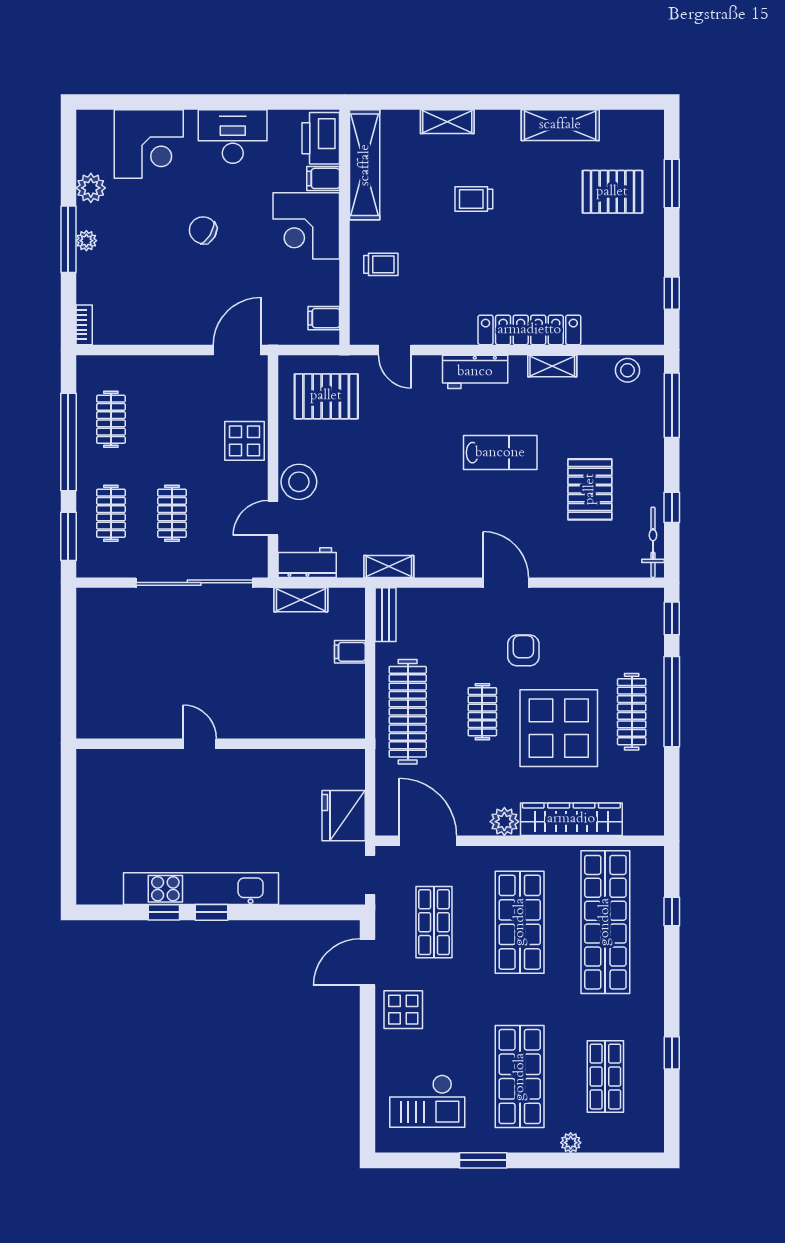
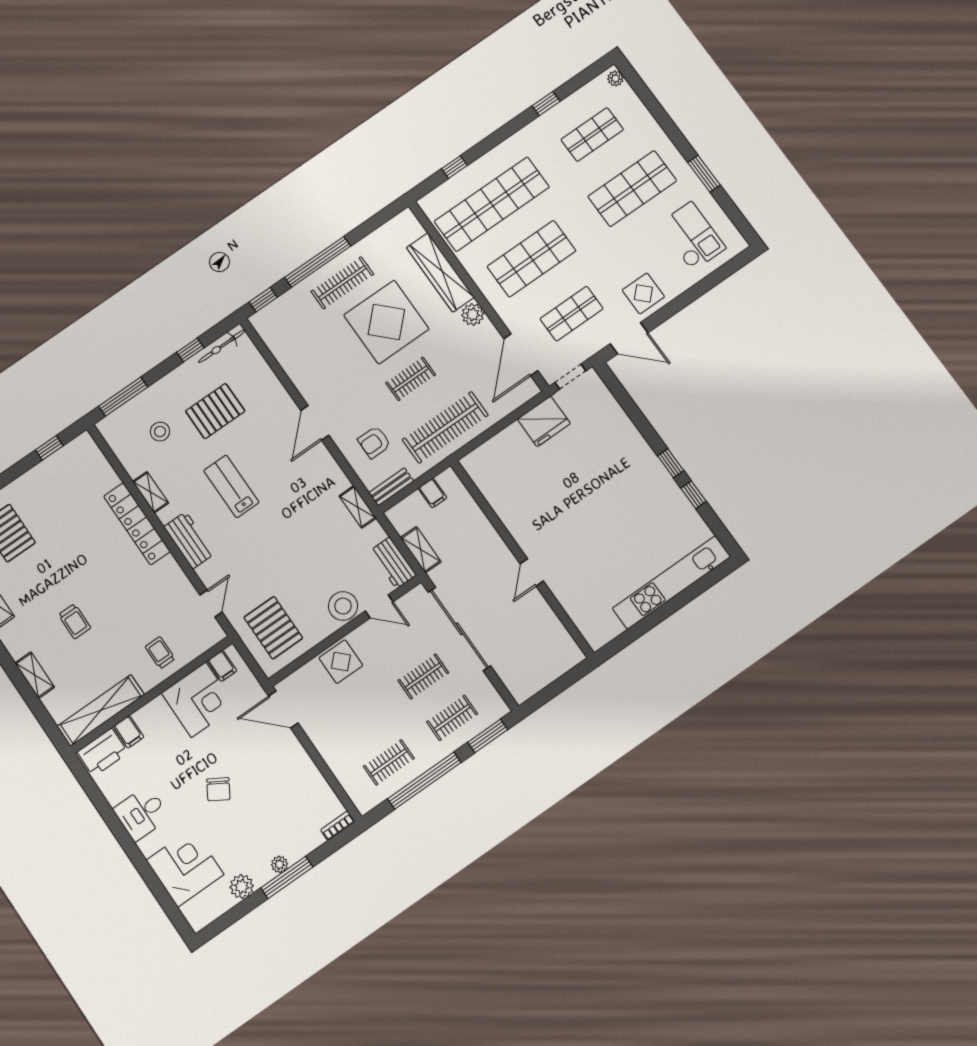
desk: (233, 137) -> (141, 813), width x0.73
corner desk: (306, 226) -> (199, 700), moved
stool: (627, 370) -> (160, 432), moved
armchair: (523, 650) -> (374, 442), moved
door: (200, 744) -> (532, 572), moved
wall: (221, 744) -> (522, 559), moved
kitchen unit: (201, 889) -> (672, 582), moved, turned 90
plant: (571, 1143) -> (615, 78), moved

